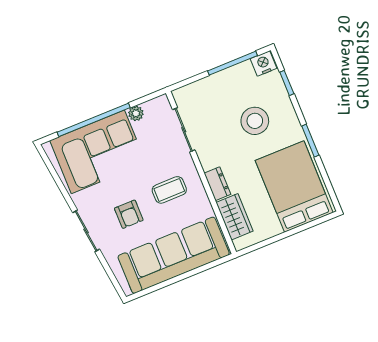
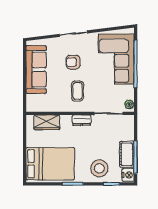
cot: (234, 78) -> (127, 154), added
plant: (136, 113) -> (129, 104), moved
stool: (255, 121) -> (99, 168), moved
dresser: (217, 184) -> (82, 120), moved
sofa: (174, 255) -> (36, 70), width x0.74, depth x0.79

